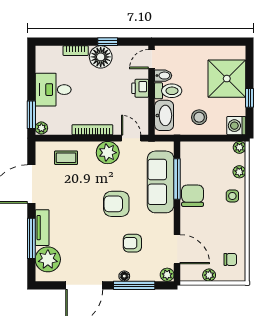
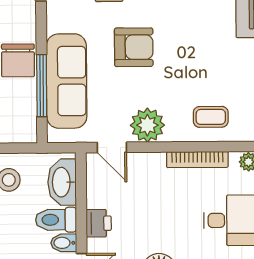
bookcase: (92, 130) -> (197, 160), moved

